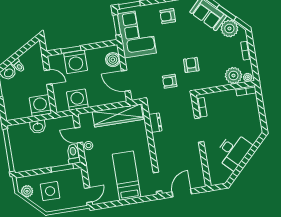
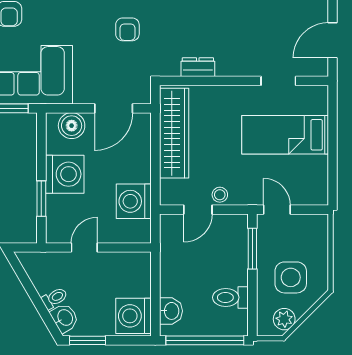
washing machine: (76, 62) -> (65, 174), moved
washing machine: (40, 106) -> (133, 316), moved
washbasin: (38, 127) -> (171, 311), moved
toilet: (73, 154) -> (230, 297), moved
doorway: (157, 182) -> (278, 81), moved
door: (182, 193) -> (333, 40), hinge flipped
door: (88, 195) -> (277, 210), moved

